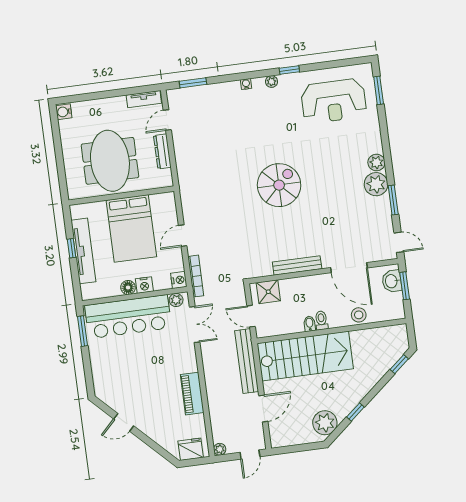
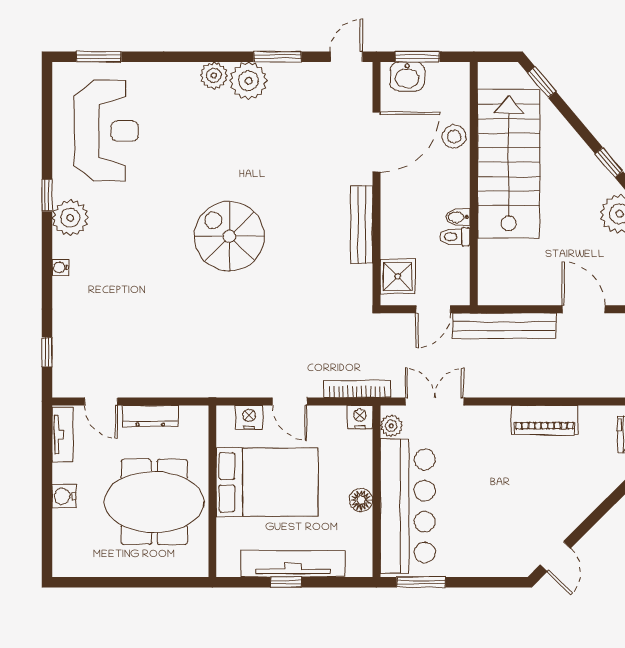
plant: (272, 82) -> (70, 218), width x1.88, depth x1.88
window: (193, 83) -> (47, 352), width x0.67
water cooler: (64, 112) -> (64, 496), moved, turned 90
nightstand: (144, 285) -> (249, 417), moved, turned -90
toilet: (321, 320) -> (455, 237), moved
stairs: (305, 356) -> (509, 164), moved
door: (124, 422) -> (555, 556), moved

